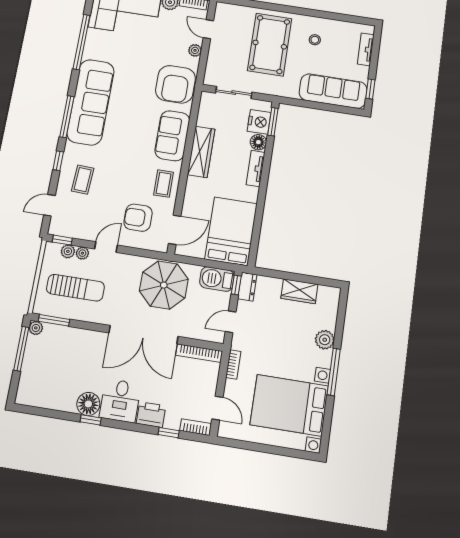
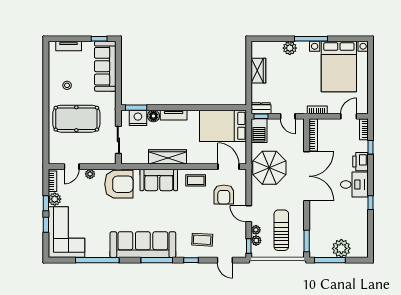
plant: (36, 328) -> (341, 248), moved, width x1.87, depth x1.87
floor lamp: (88, 404) -> (360, 206), removed

